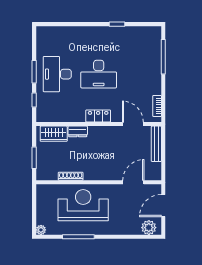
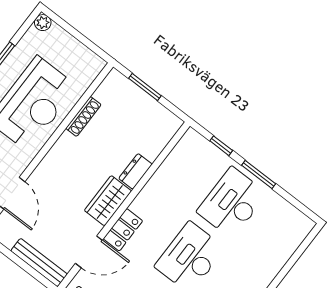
desk: (57, 74) -> (232, 203), turned -90
locker: (98, 116) -> (123, 230), moved
wardrobe: (54, 134) -> (108, 201), moved

